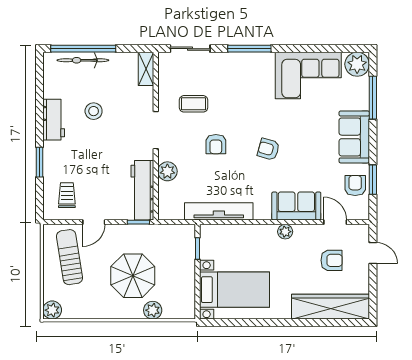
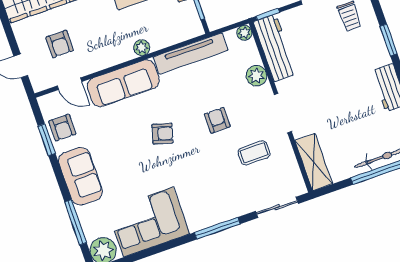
shelving: (146, 69) -> (314, 162), width x1.50, depth x1.33
stool: (94, 111) -> (352, 110), removed
sofa: (296, 206) -> (123, 83), width x1.36
plant: (165, 213) -> (244, 33), added
plant: (285, 232) -> (142, 48), moved
armchair: (332, 260) -> (60, 44), turned -90

